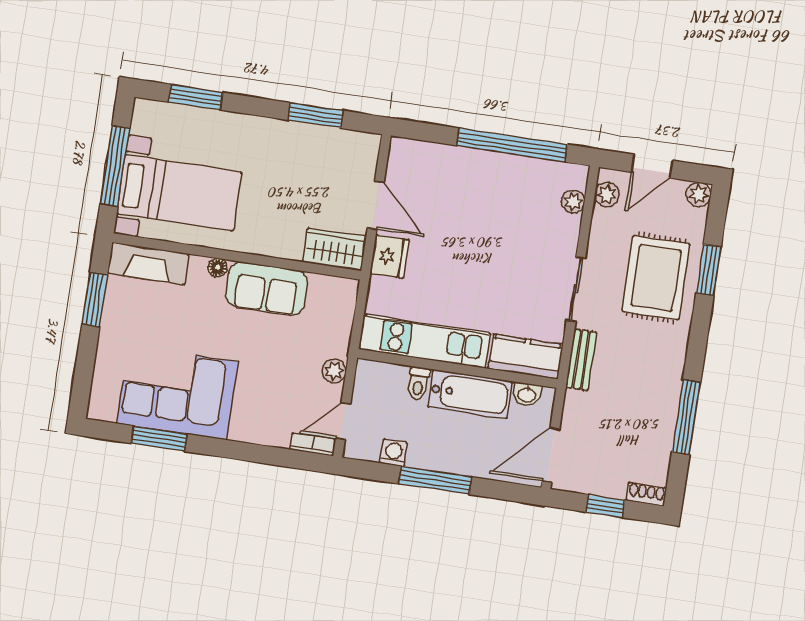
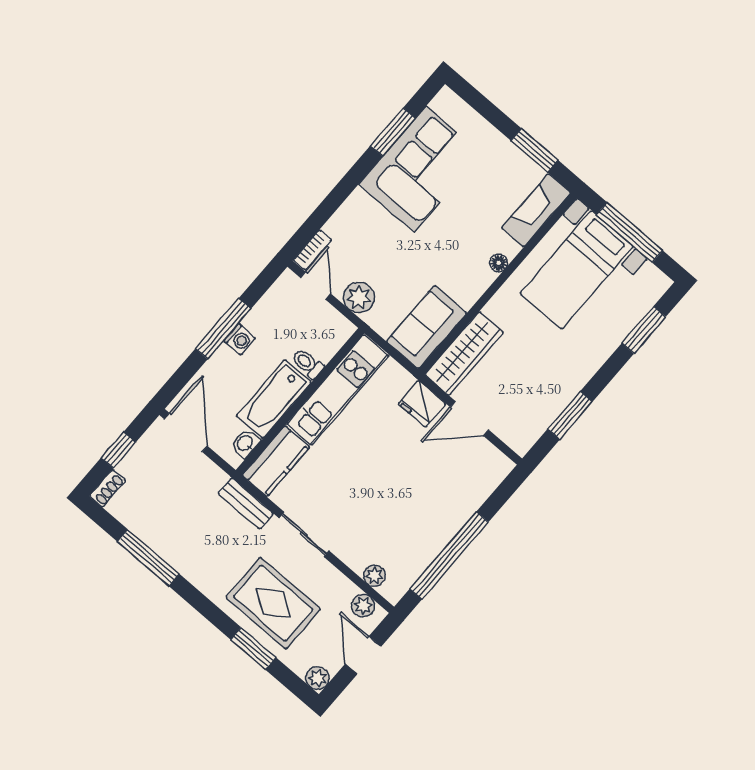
wardrobe: (334, 249) -> (464, 353), width x1.50
sofa: (267, 289) -> (426, 327), moved
plant: (334, 371) -> (359, 298), width x1.38, depth x1.38
washing machine: (394, 453) -> (240, 339), moved

